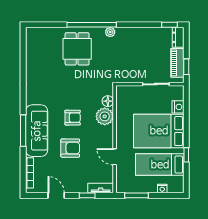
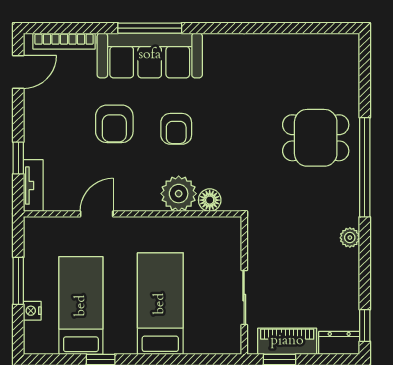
plant: (110, 32) -> (350, 238), moved
nightstand: (178, 107) -> (198, 343), removed
bed: (159, 131) -> (160, 304), width x0.67
door: (56, 195) -> (18, 72), moved
window: (136, 195) -> (18, 281), moved

